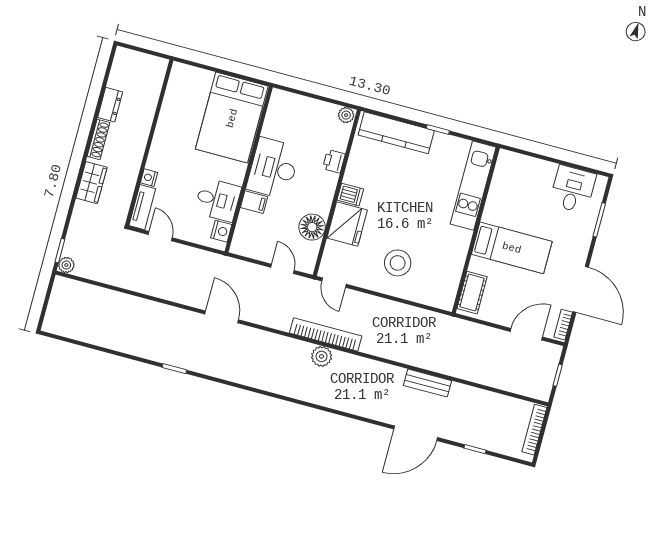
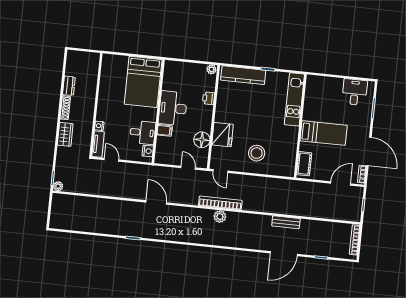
dishwasher: (350, 195) -> (222, 117), removed

